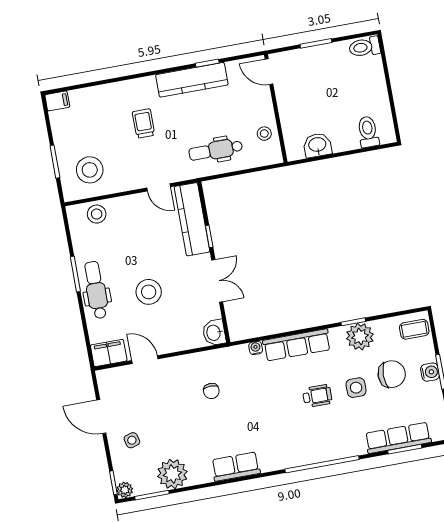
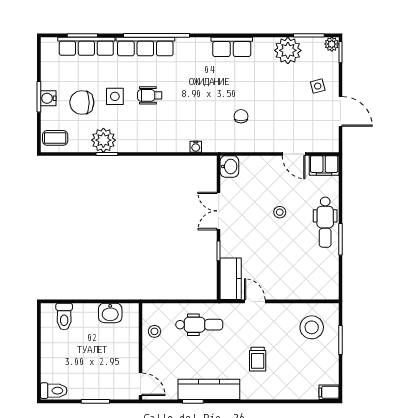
stool: (97, 214) -> (313, 288), removed
kitchen counter: (192, 219) -> (231, 279), width x0.67
stool: (149, 292) -> (280, 212), width x0.53, depth x0.53
row of seats: (297, 345) -> (145, 46), moved, turned 180

